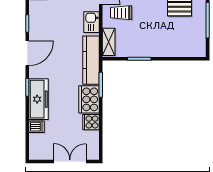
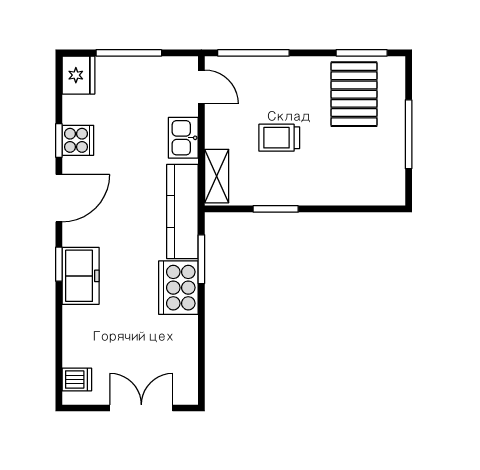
trolley: (121, 13) -> (279, 138), moved
freezer: (38, 99) -> (81, 276), width x0.71
cooker: (91, 122) -> (78, 140), moved, turned 180
dishwasher: (37, 127) -> (77, 380), moved

